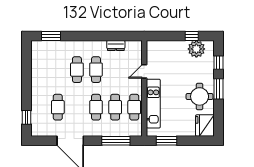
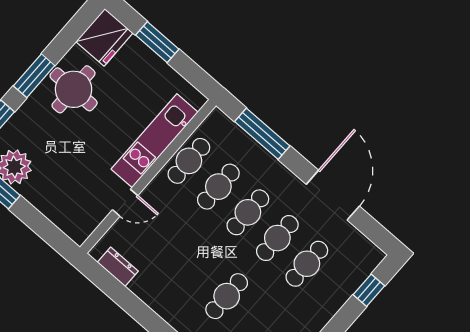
dresser: (116, 45) -> (118, 267), moved
cafe table: (96, 70) -> (277, 238), moved
window: (166, 141) -> (157, 42), moved

